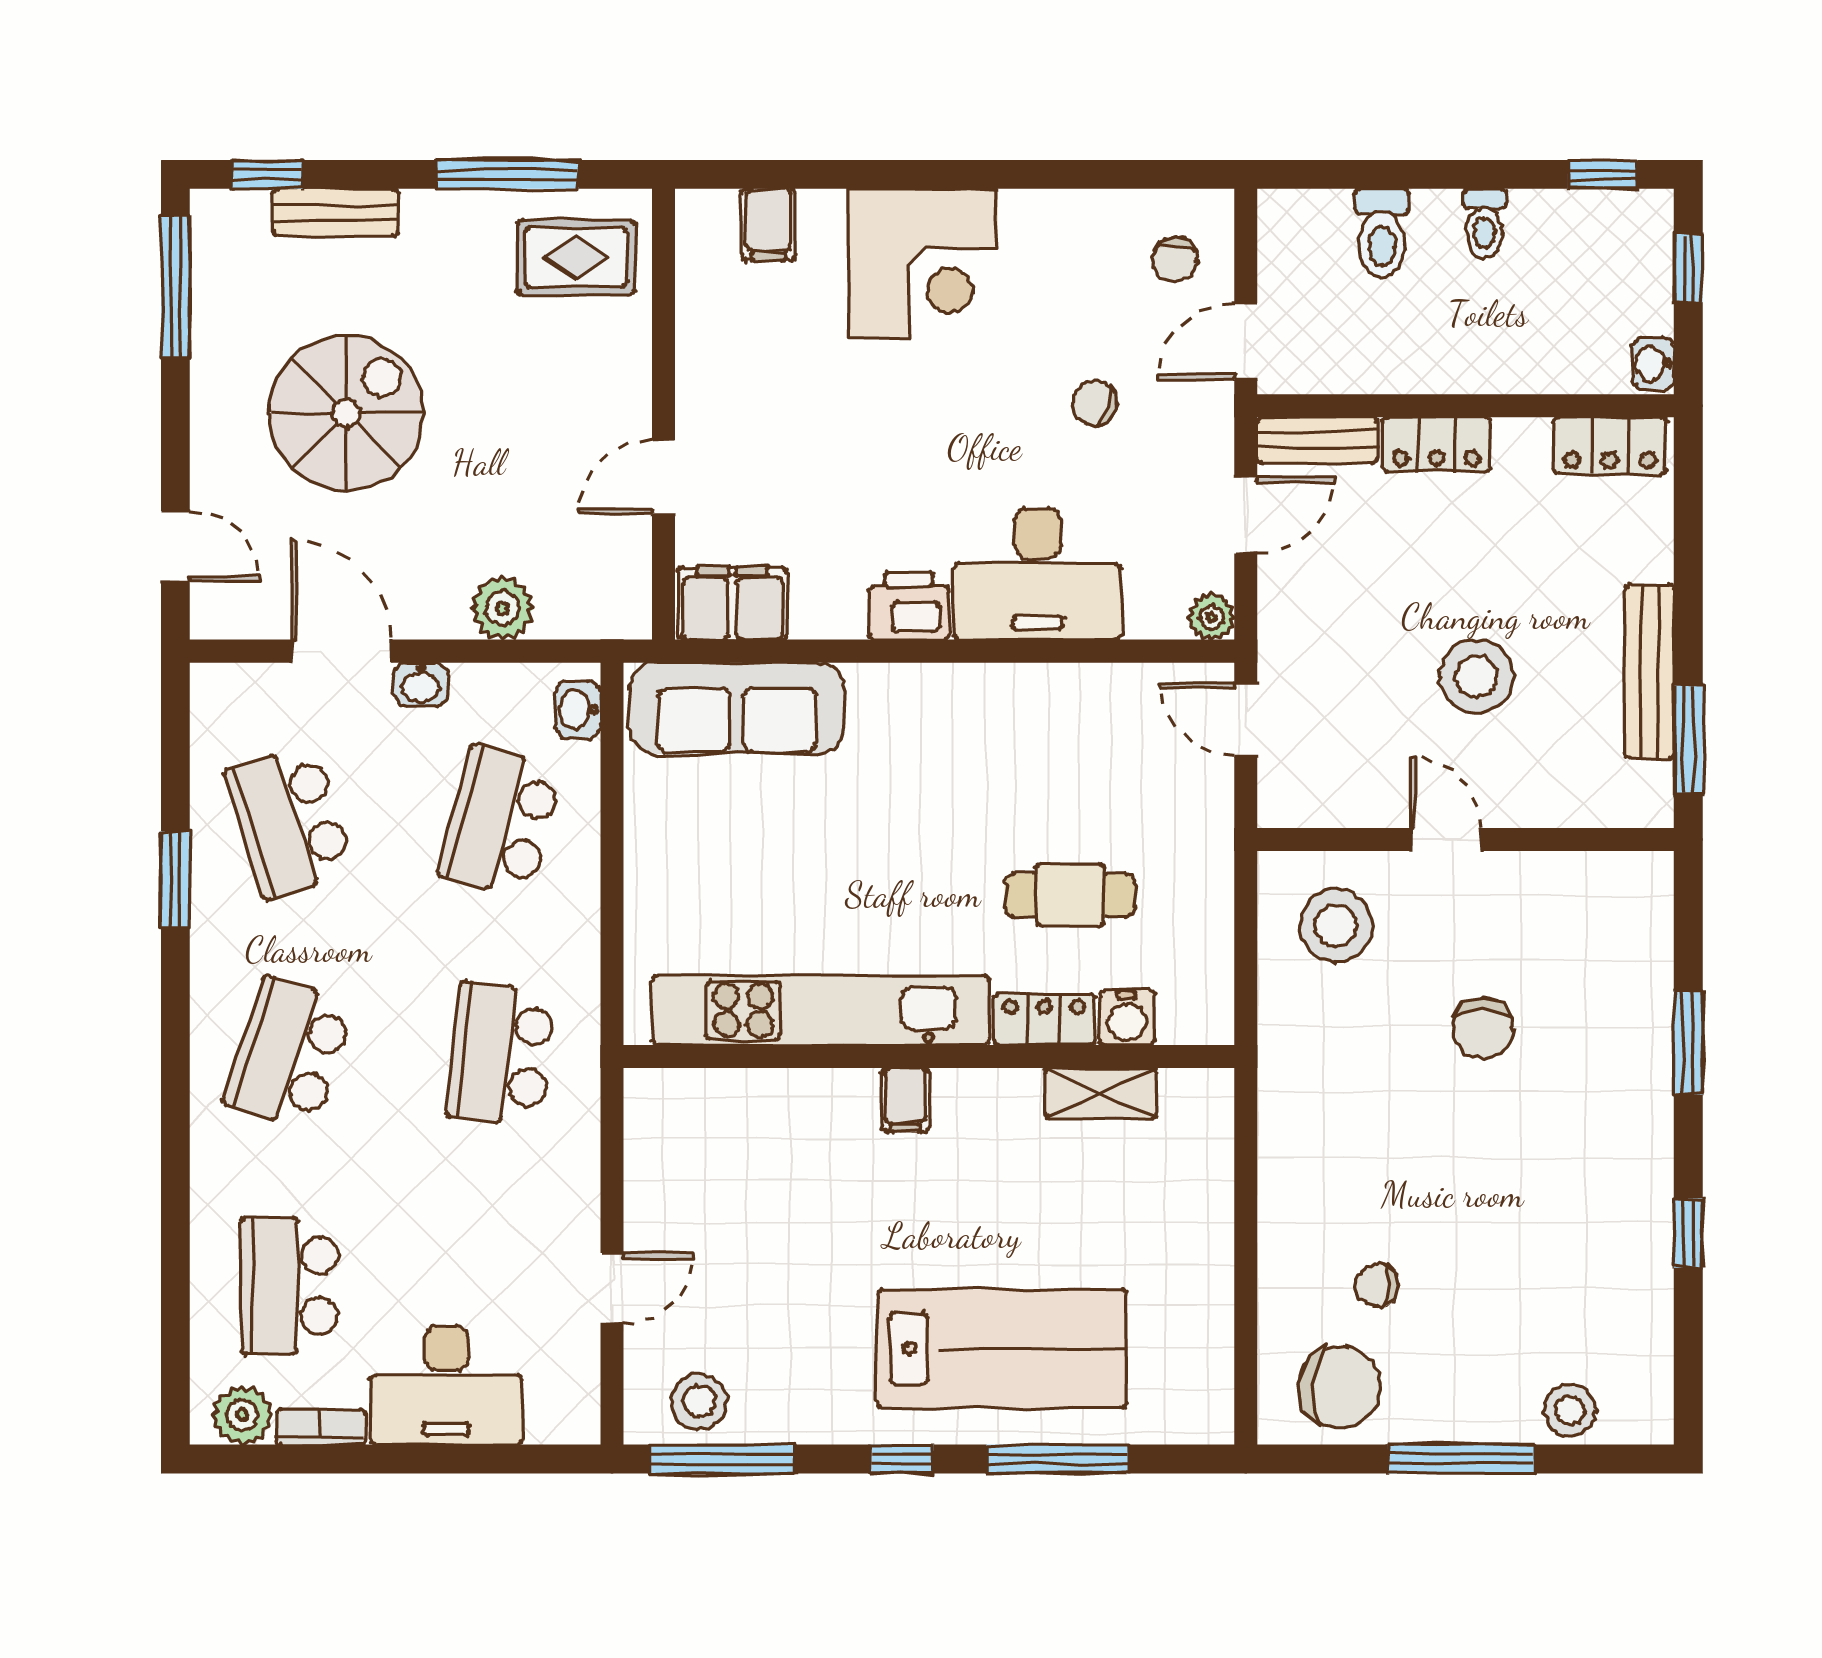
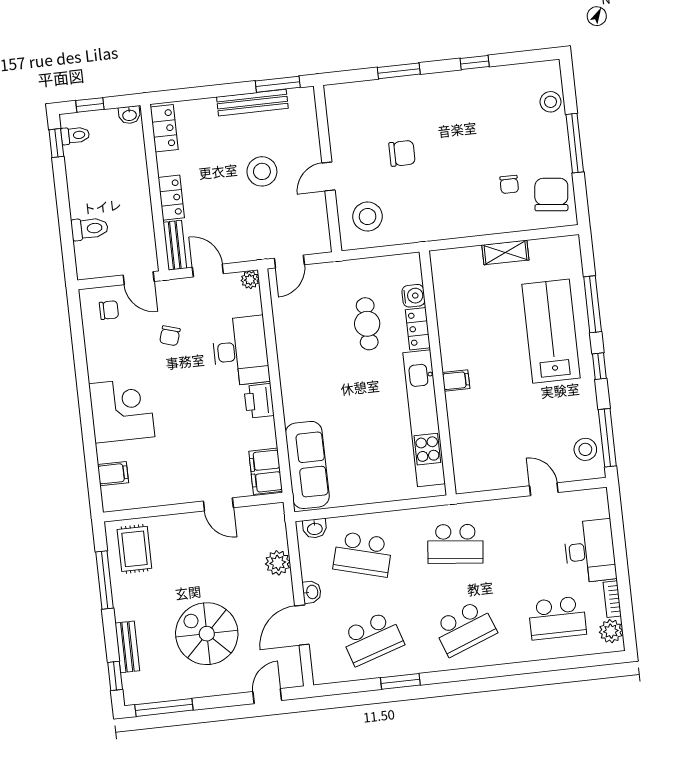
toilet: (1484, 223) -> (75, 135), moved
school desk: (289, 1054) -> (465, 628), turned -39
shelving: (1101, 1093) -> (505, 252), moved, turned 90

